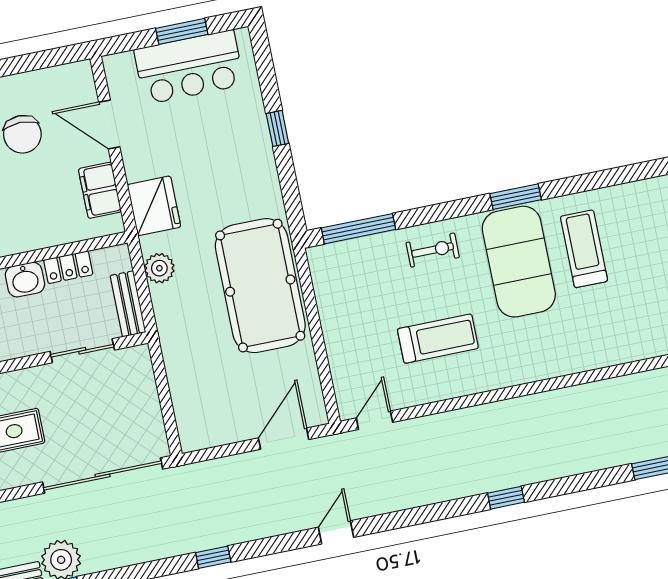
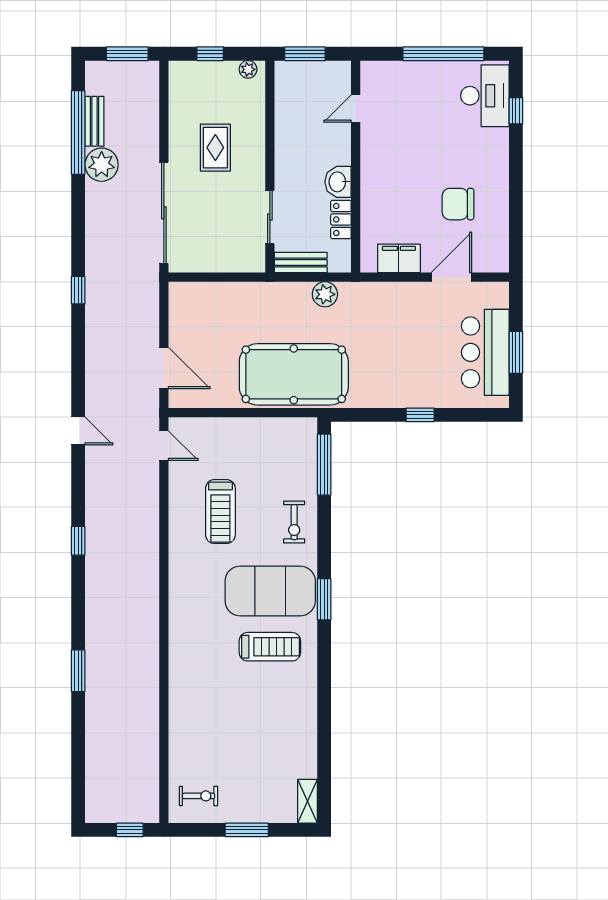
fridge: (154, 206) -> (377, 300), removed
door: (336, 532) -> (78, 431), moved

